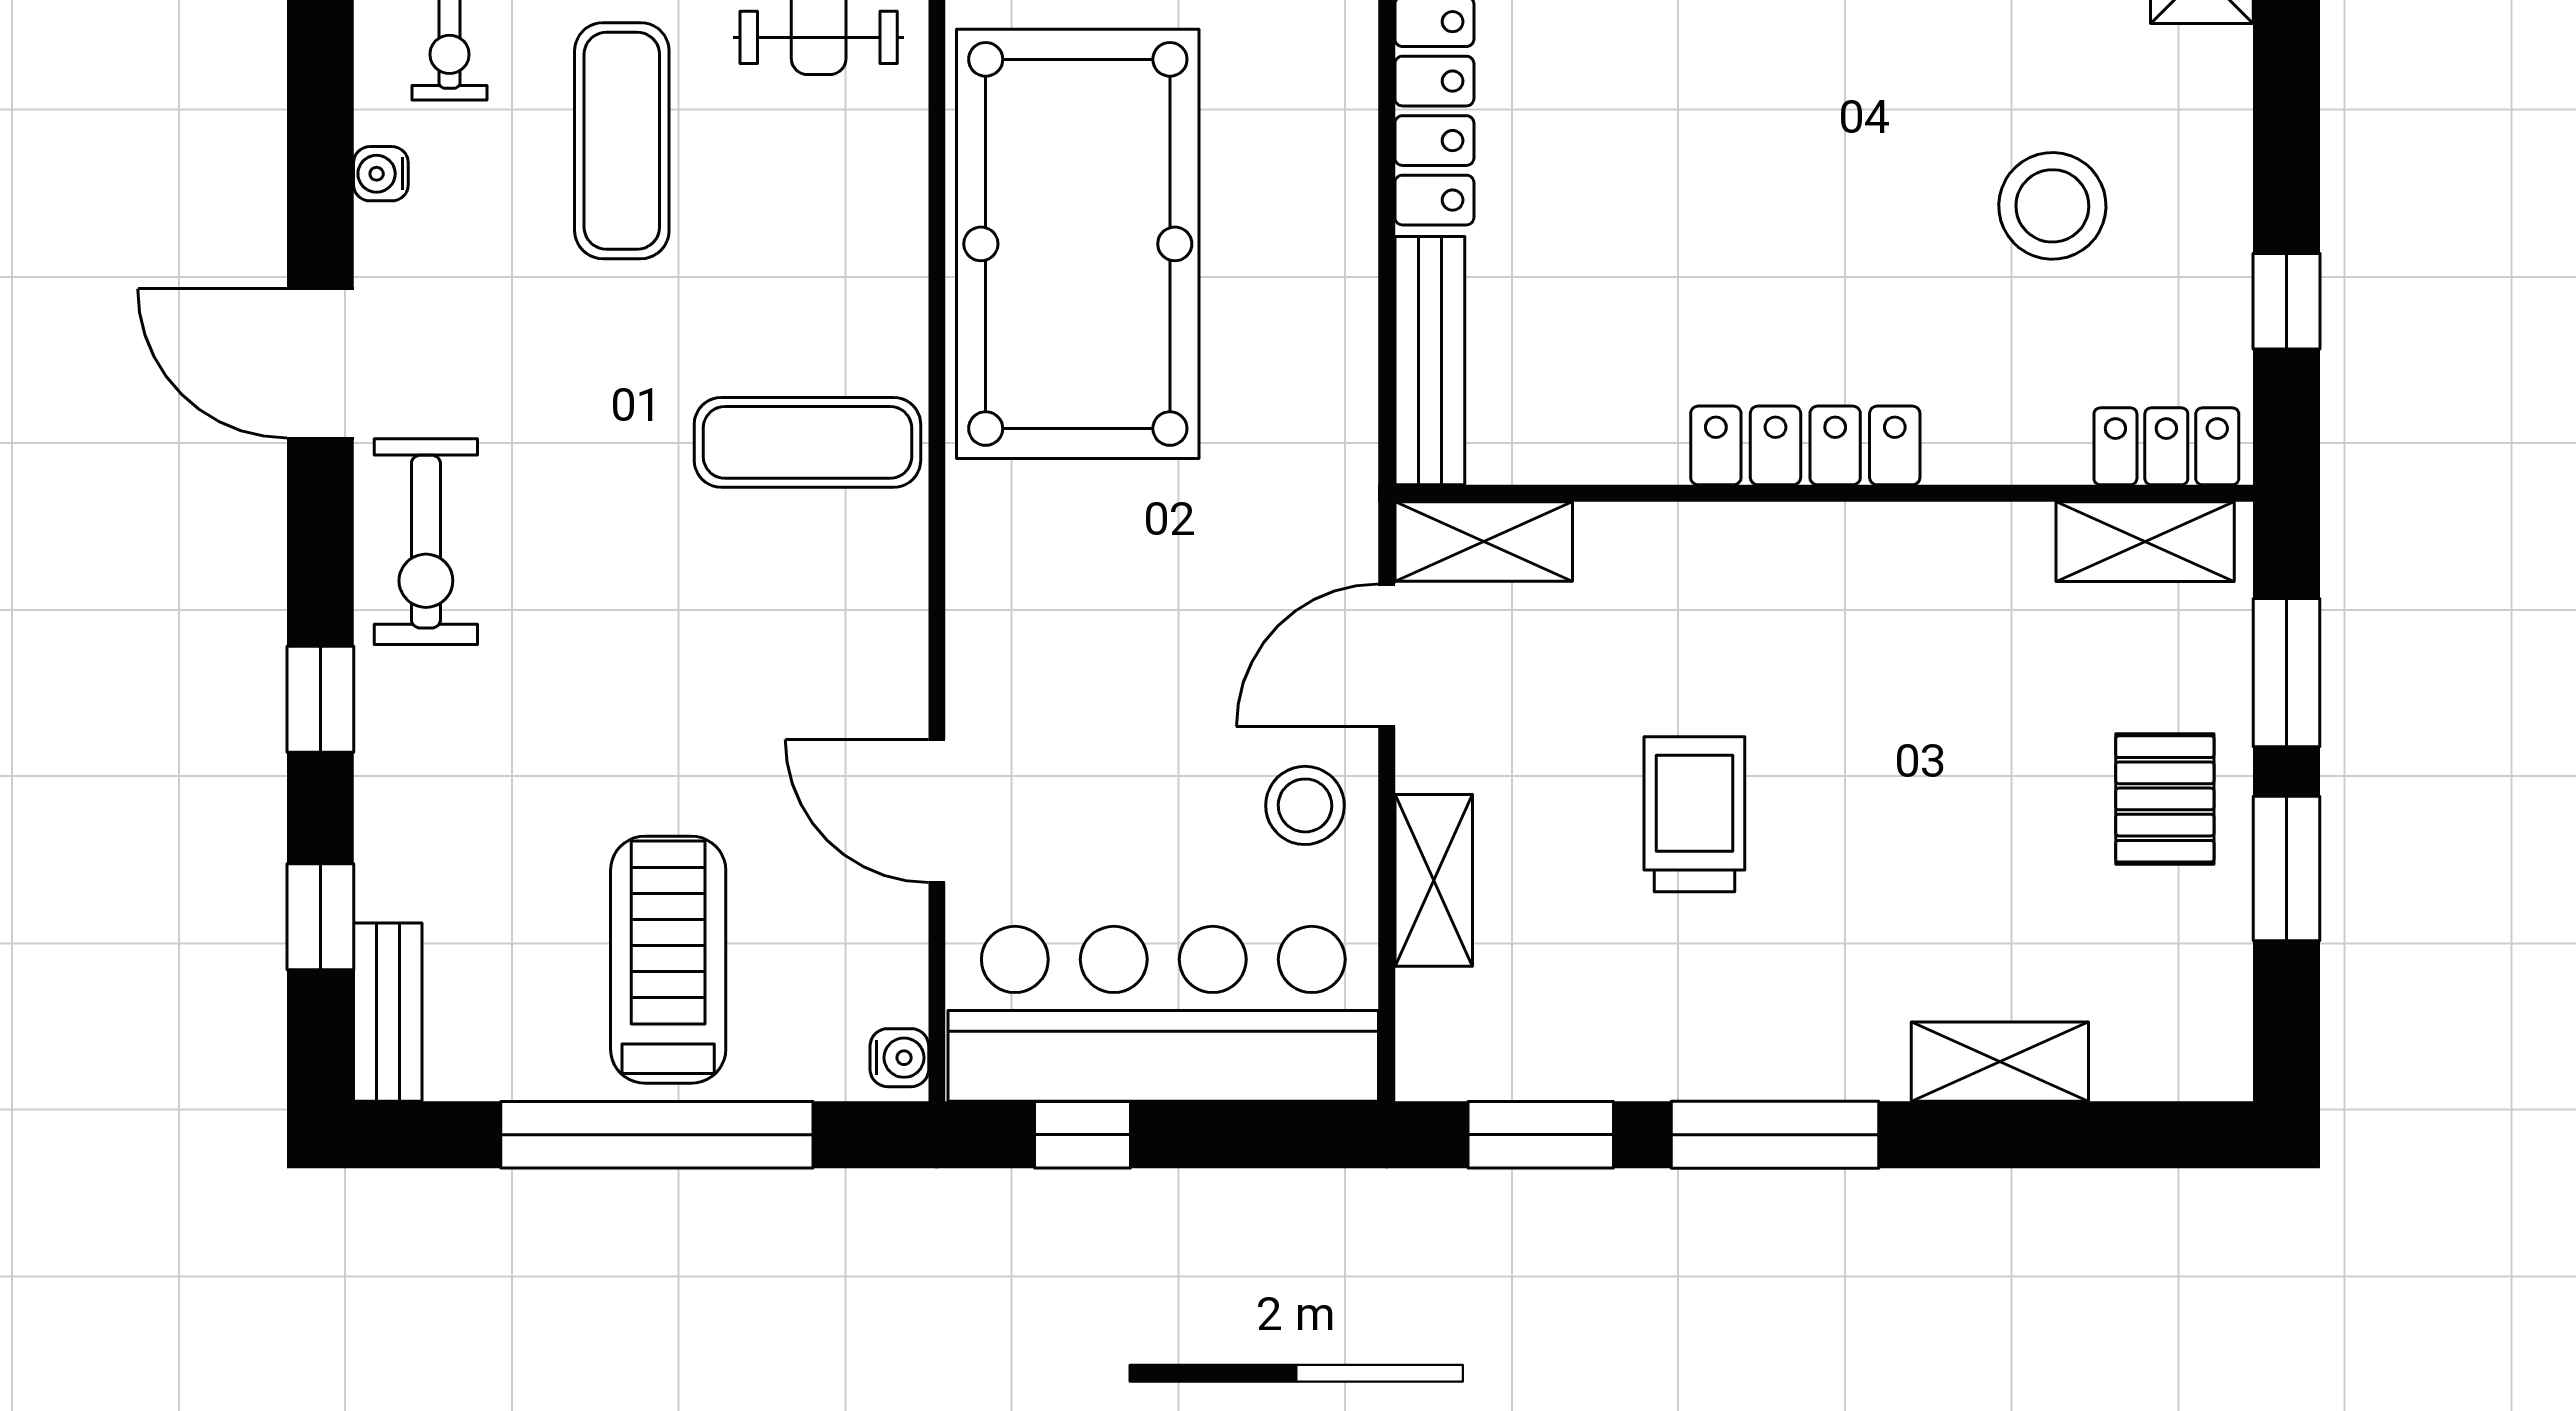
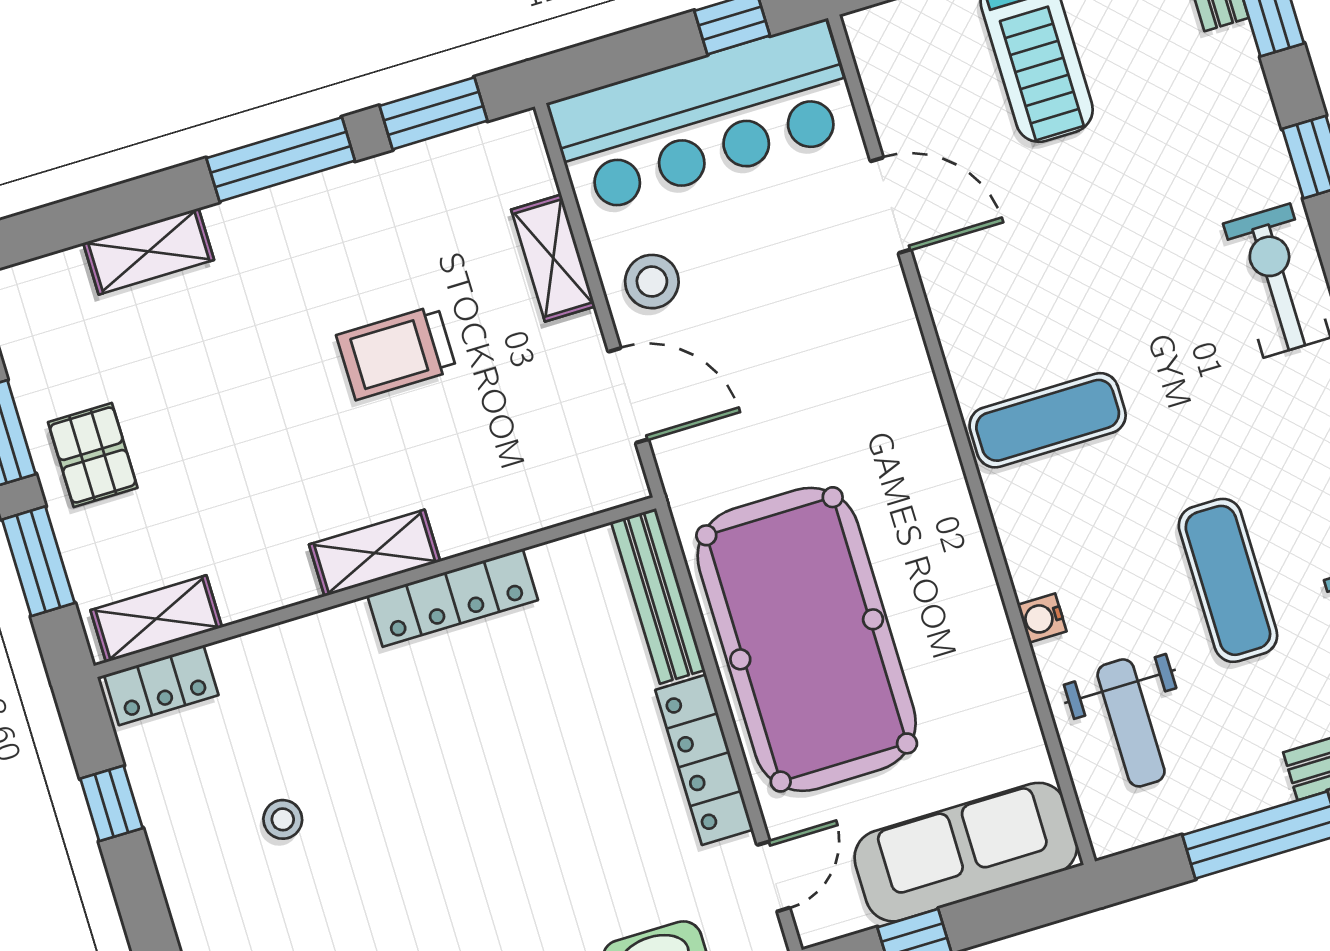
stool: (2052, 206) -> (283, 819), width x0.53, depth x0.53
pool table: (1078, 244) -> (807, 639), moved
locker: (1805, 445) -> (453, 598), moved
shelving: (1484, 541) -> (375, 553), moved
door: (1387, 655) -> (628, 396), hinge flipped
trolley: (1694, 814) -> (396, 352), turned 90
water cooler: (899, 1058) -> (1042, 618), moved

